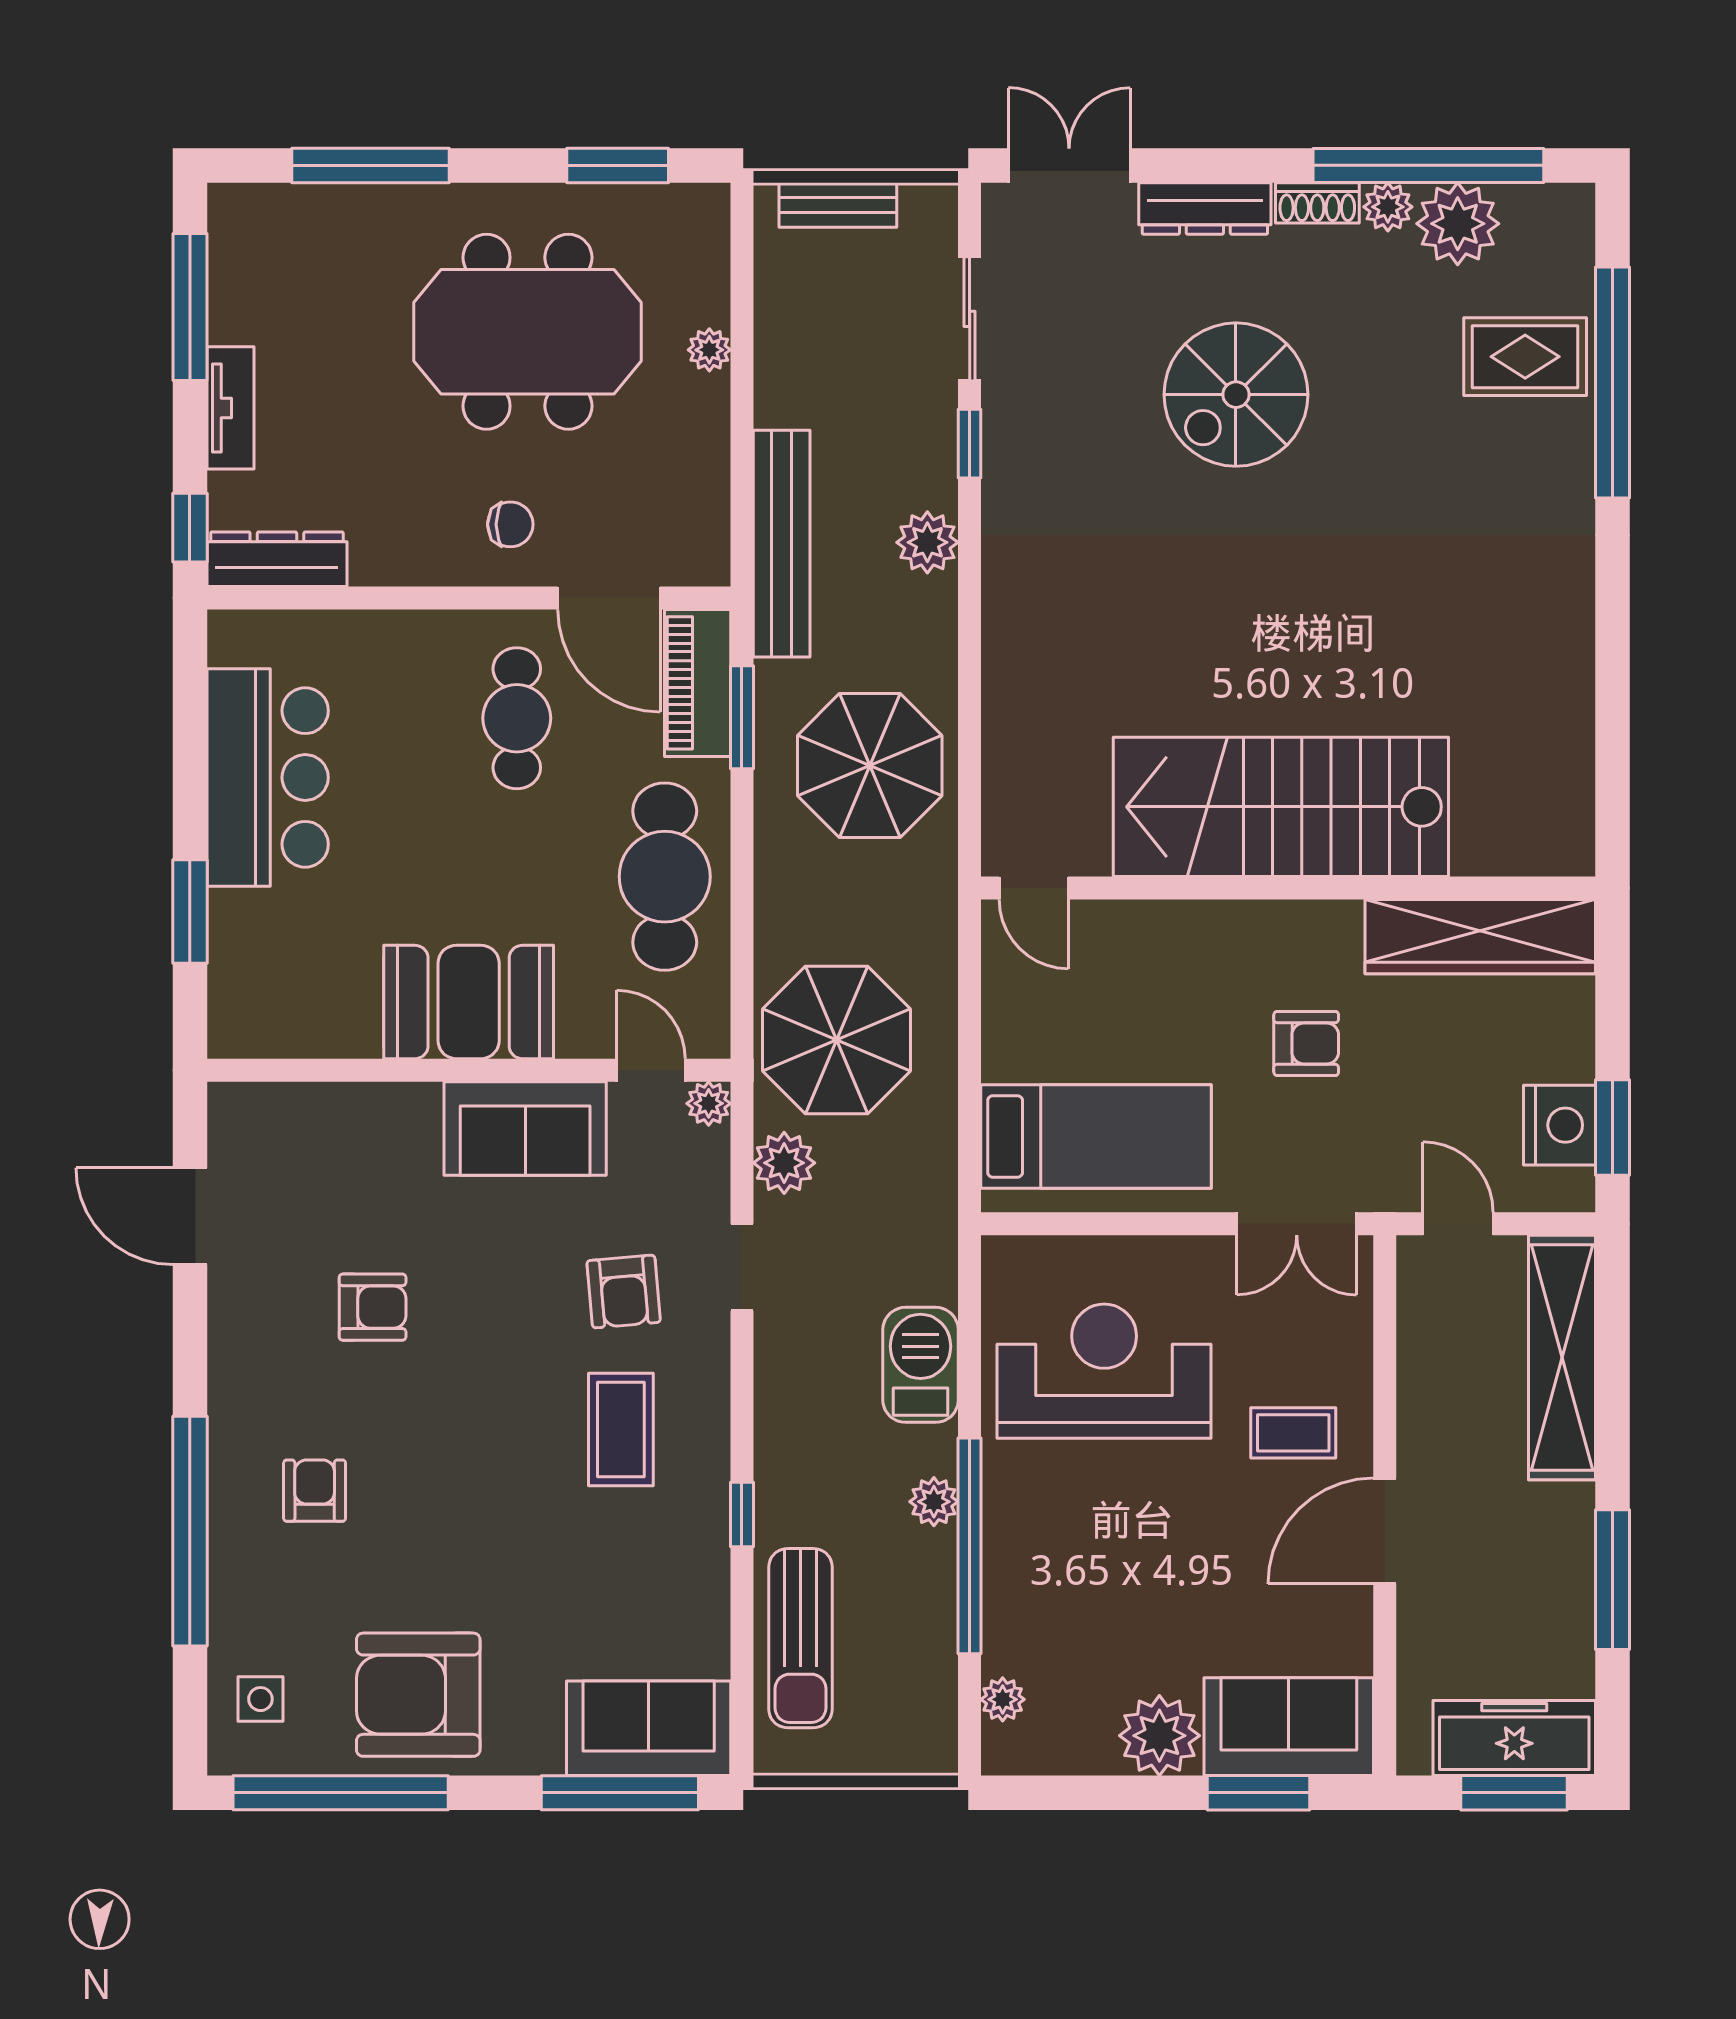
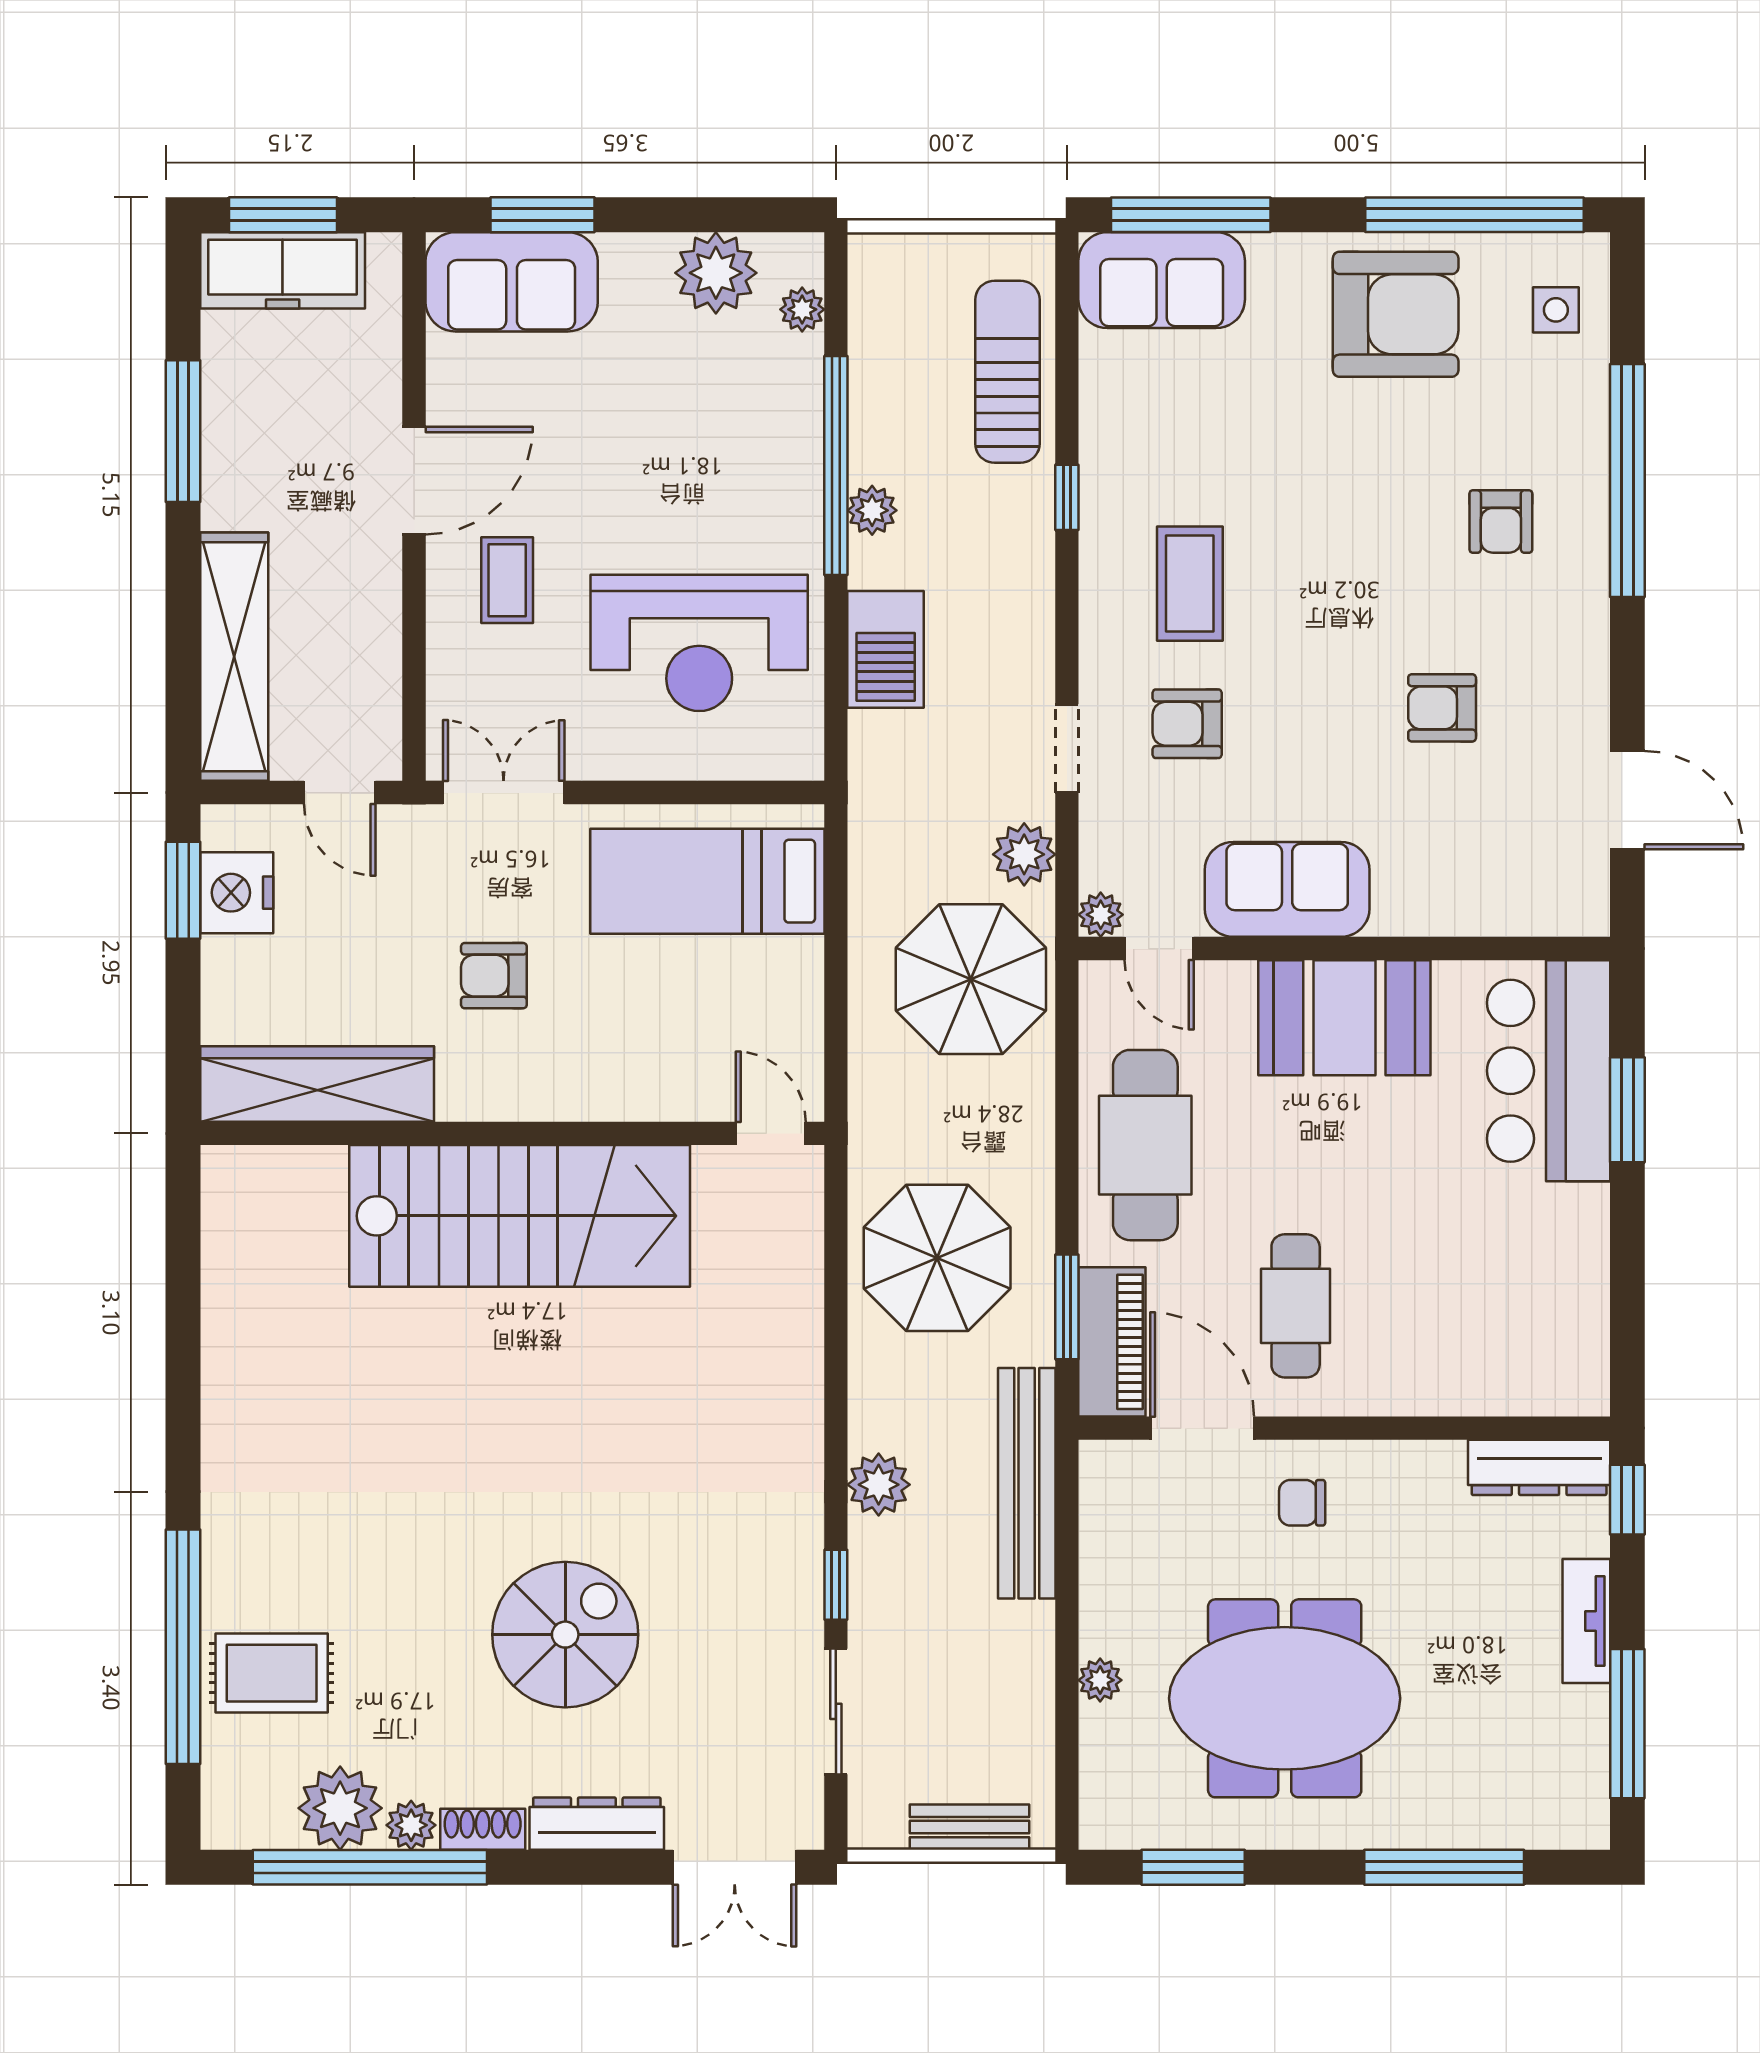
bar counter: (268, 778) -> (1549, 1071), moved
armchair: (624, 1291) -> (1187, 724), turned -85
coffee table: (1293, 1433) -> (507, 580), turned 90
plant: (1159, 1736) -> (716, 273), moved

